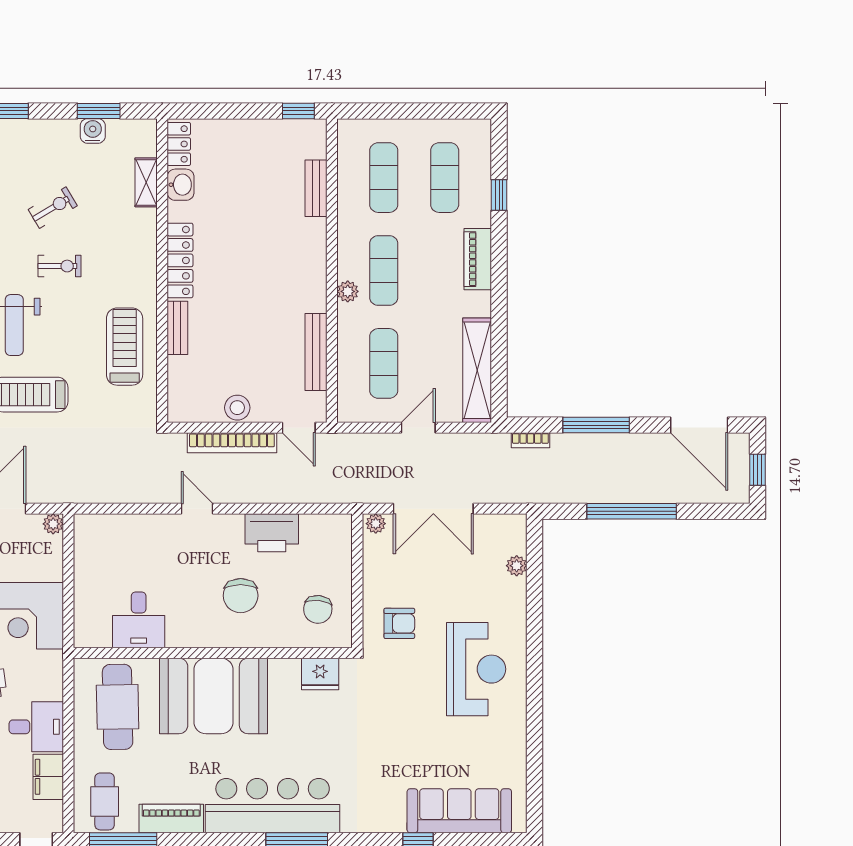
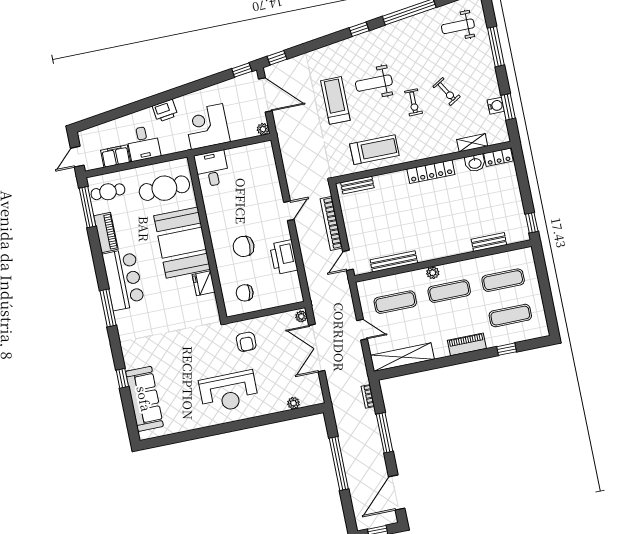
bench: (177, 328) -> (357, 185), moved
stool: (237, 408) -> (352, 222), removed
desk: (139, 620) -> (212, 169), moved, turned 90
fridge: (320, 674) -> (204, 283), moved
bar counter: (273, 806) -> (123, 279), width x0.73

